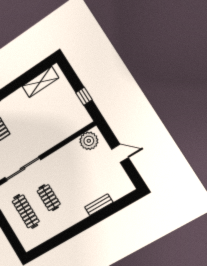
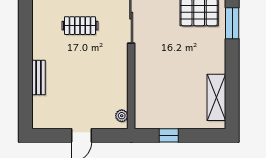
plant: (89, 141) -> (122, 116), width x0.53, depth x0.53

